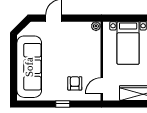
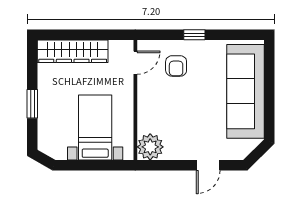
plant: (96, 26) -> (150, 147), width x1.88, depth x1.88

